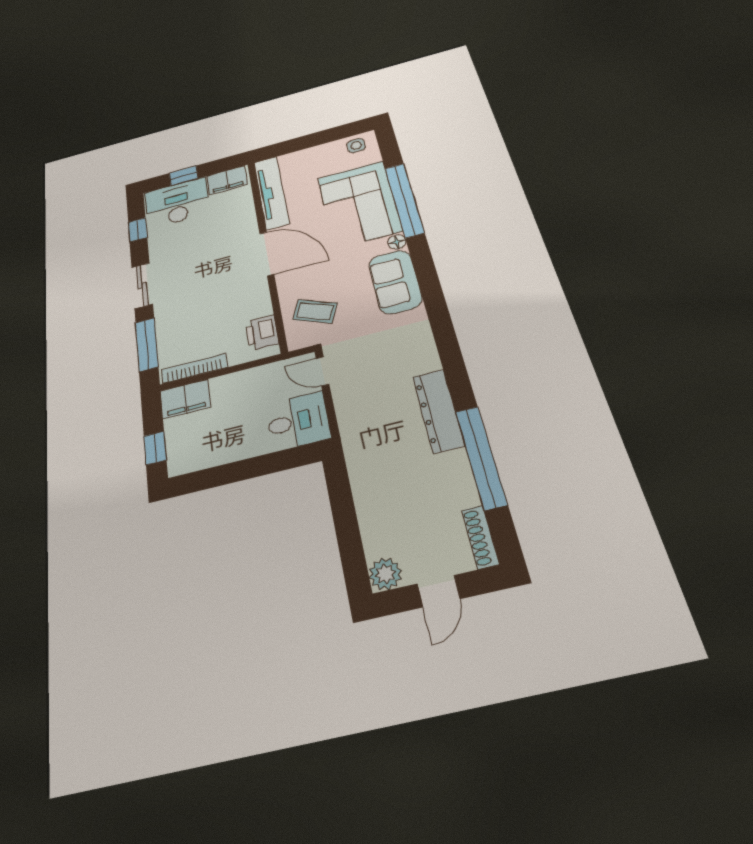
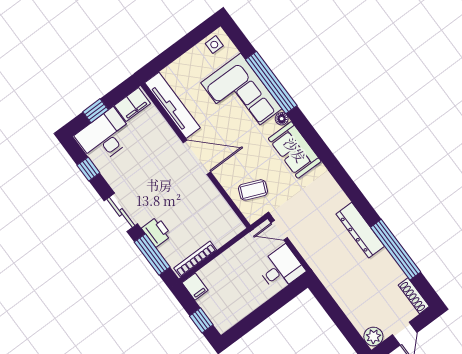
printer: (262, 333) -> (157, 232), moved, turned 180
filing cabinet: (185, 399) -> (195, 287), width x0.50

